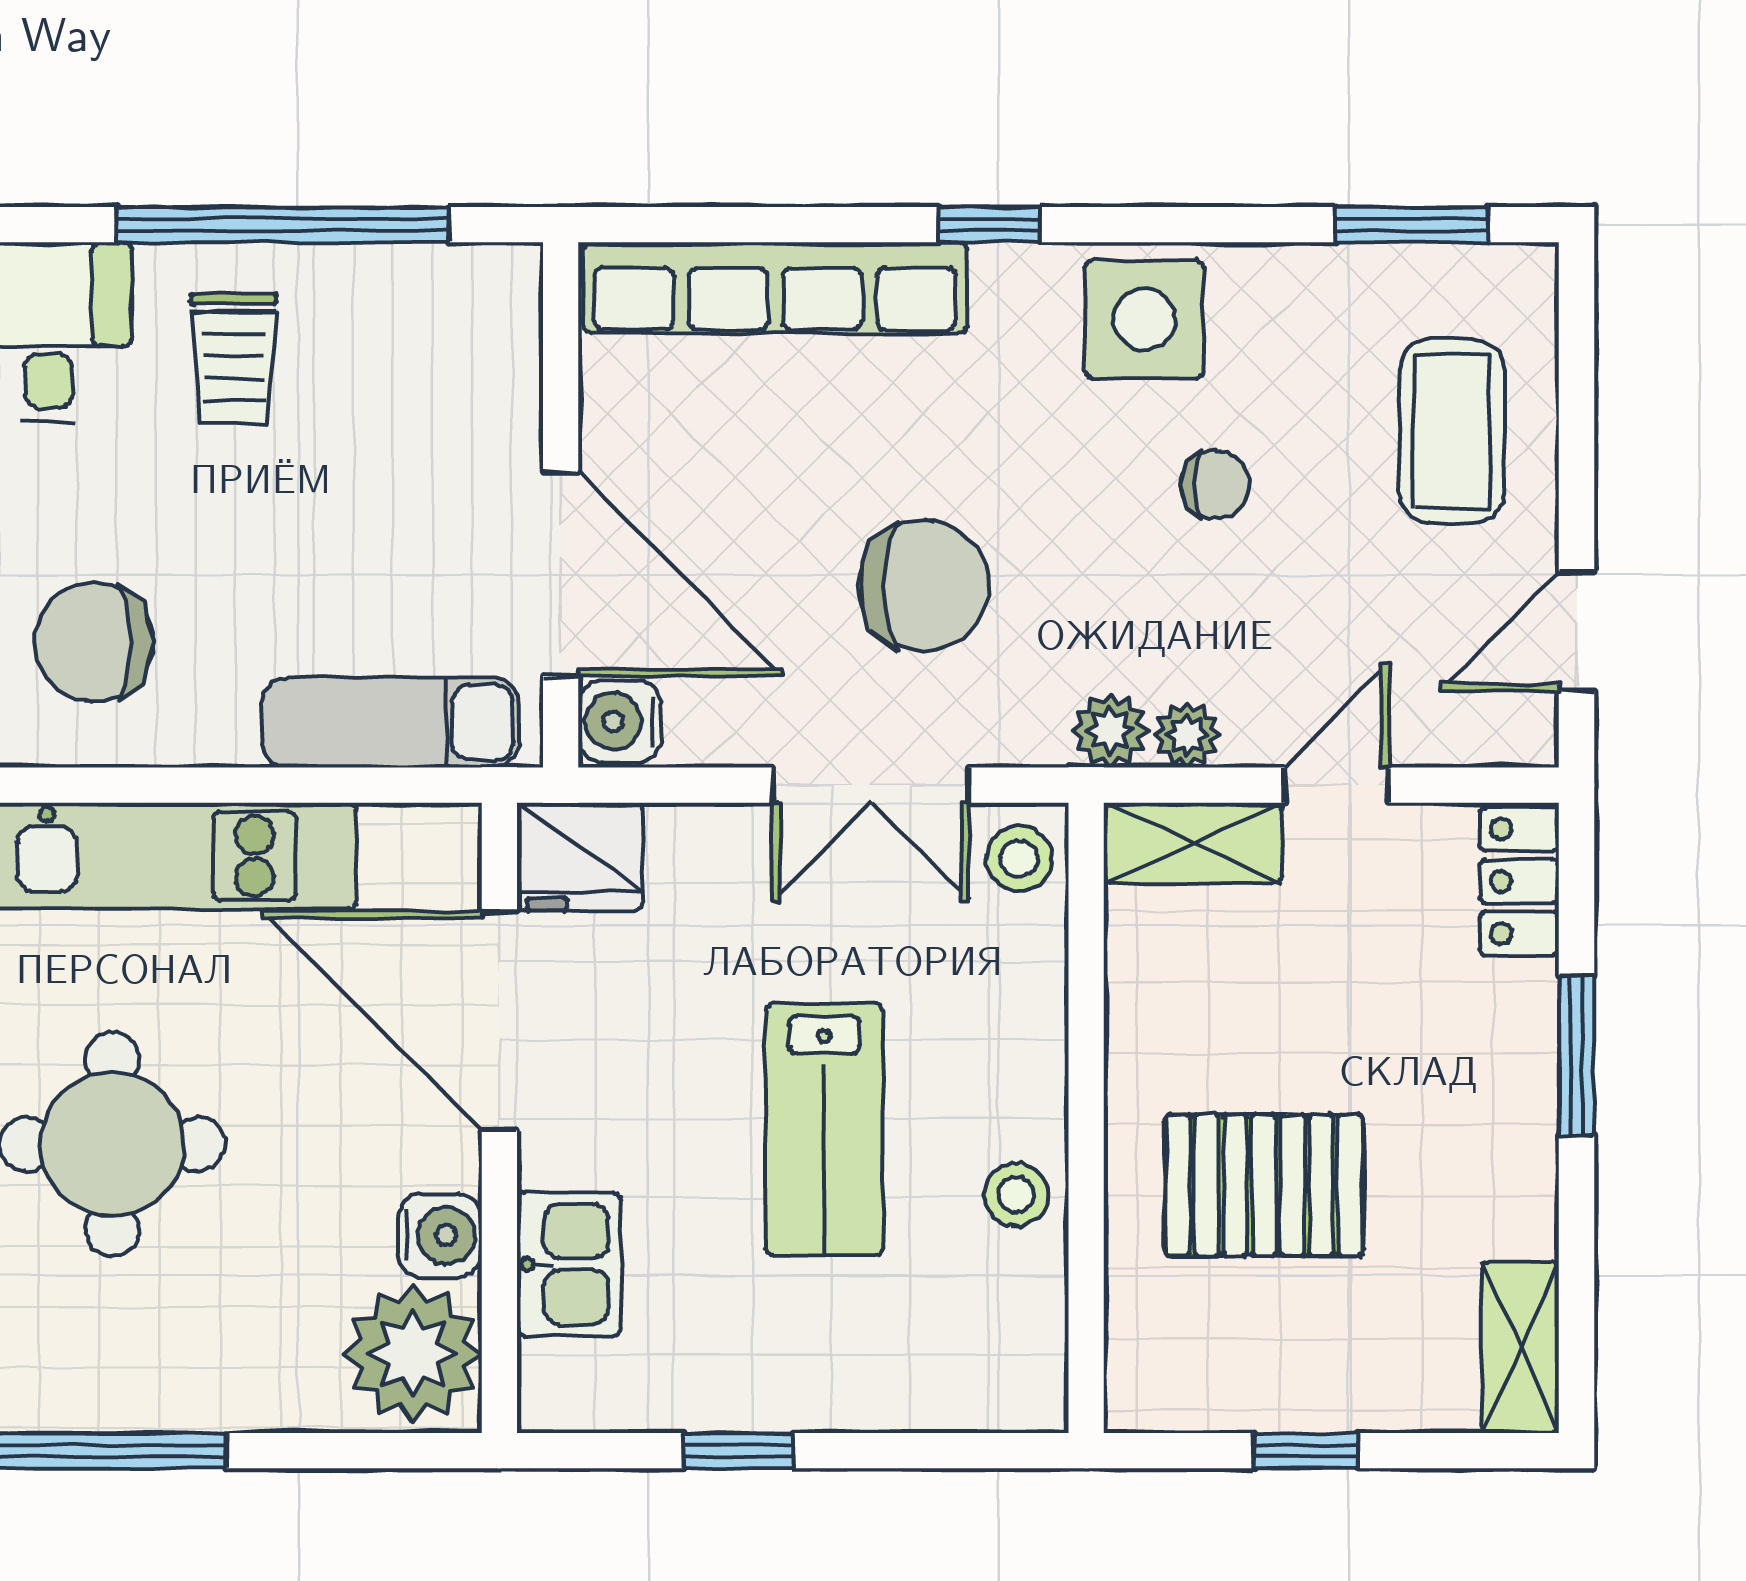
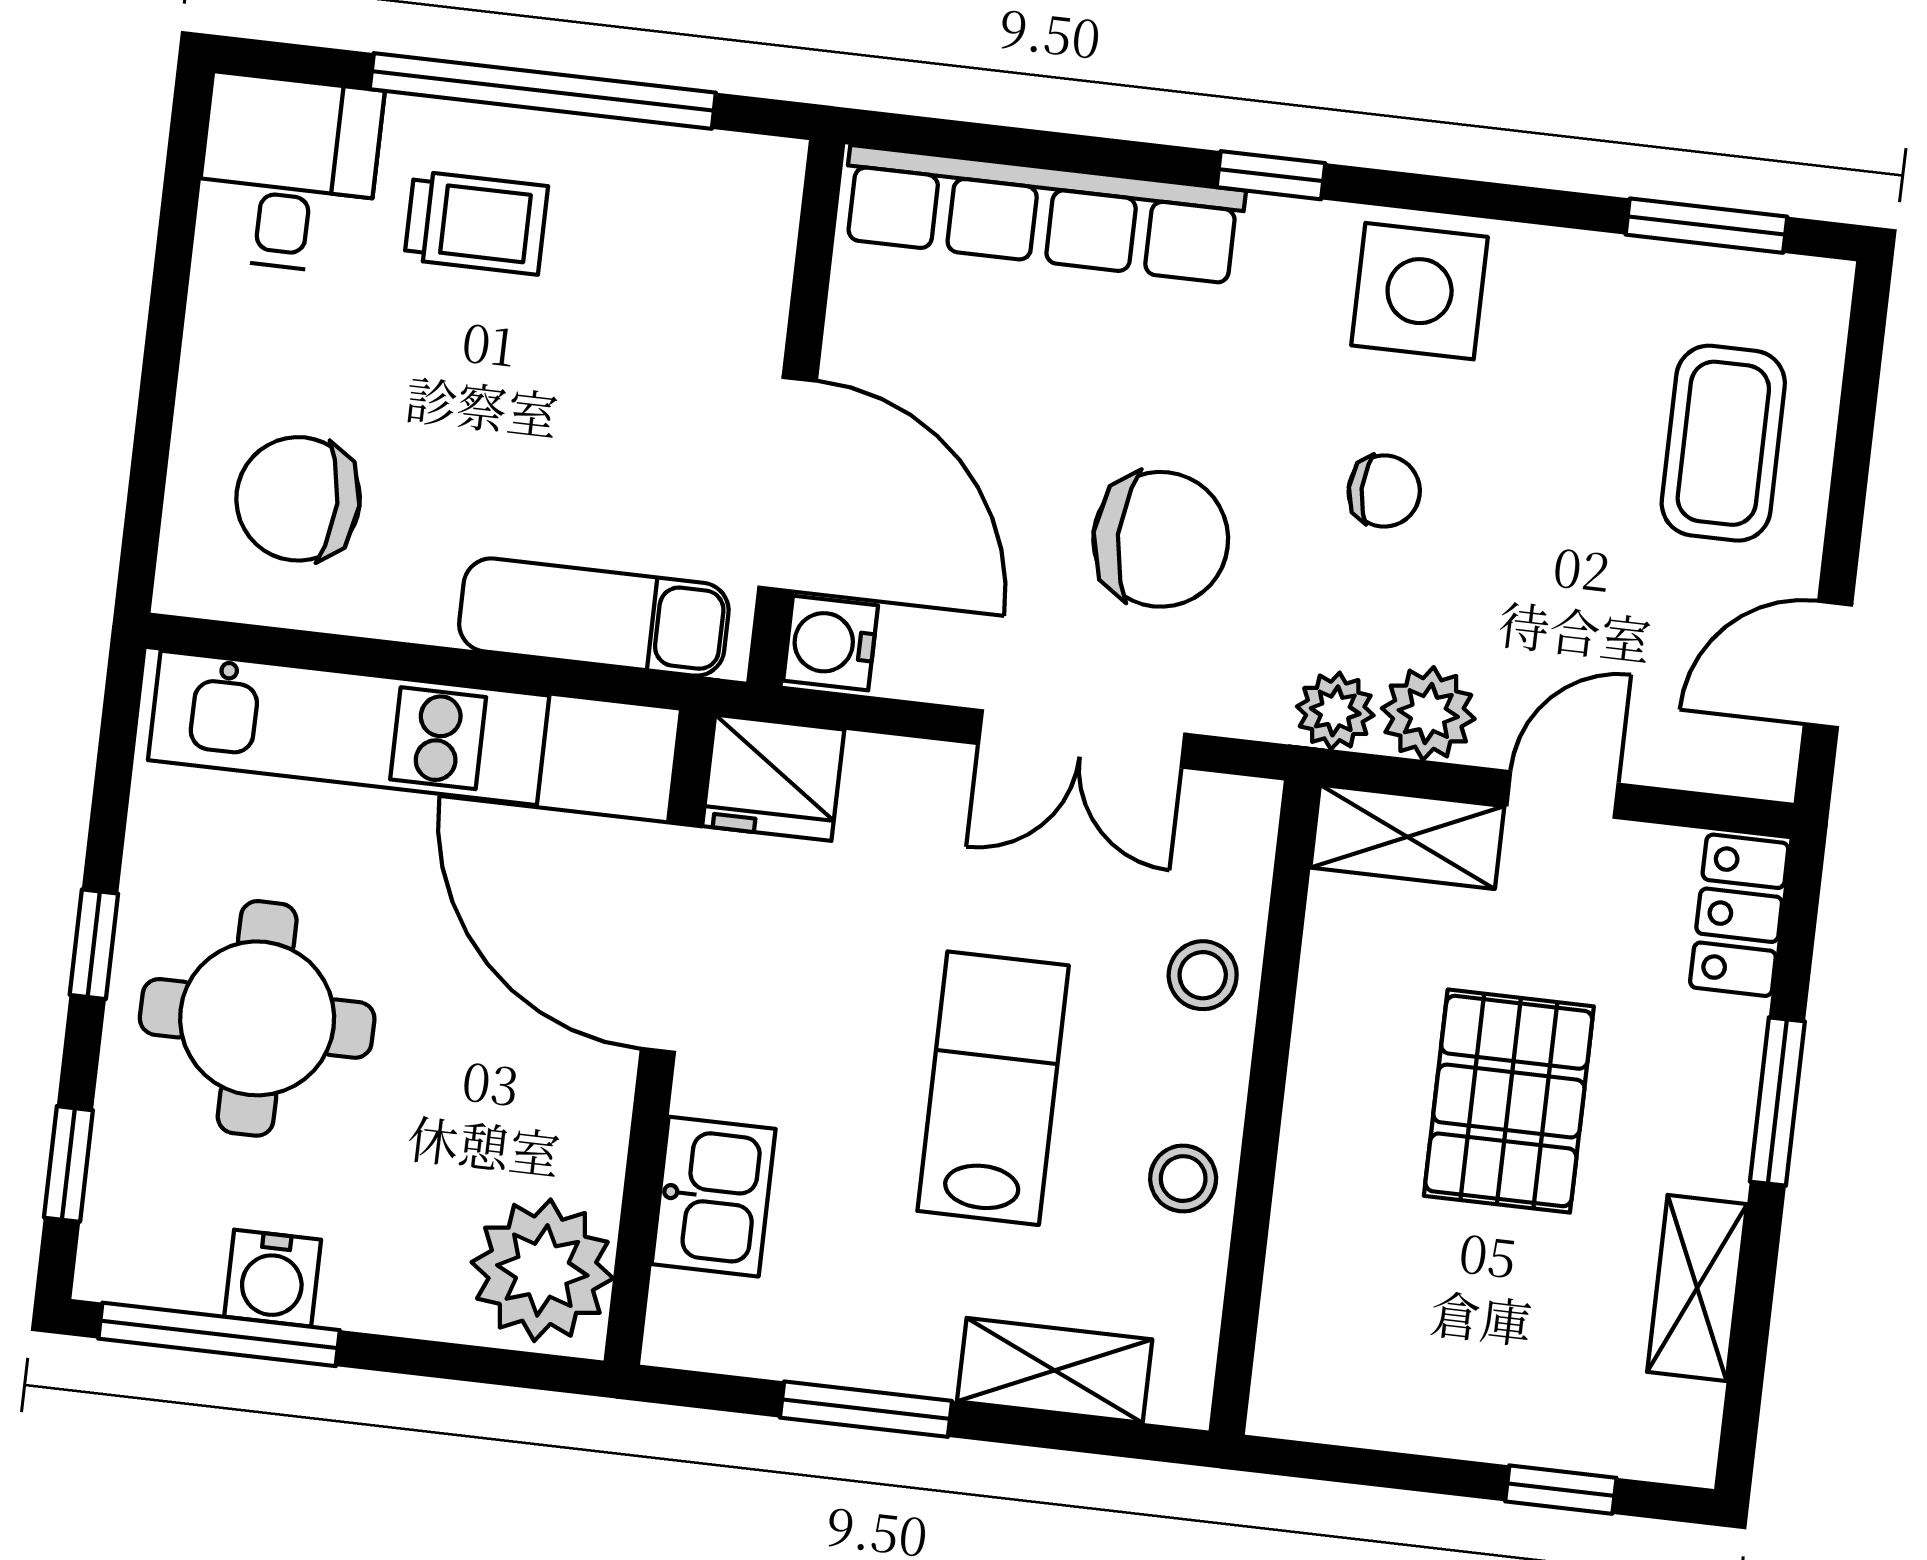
trolley: (234, 358) -> (476, 223), turned -90
chair: (1215, 485) -> (1384, 491), moved
plant: (1187, 735) -> (1428, 714), width x1.38, depth x1.38
stool: (1019, 859) -> (1203, 975), moved
lab bench: (824, 1129) -> (993, 1088), turned 180
pallet: (1264, 1185) -> (1509, 1101), moved, turned 90
water cooler: (440, 1236) -> (273, 1278), moved, turned 90
shelving: (1520, 1347) -> (1697, 1288), moved
shelving: (915, 1393) -> (1055, 1370), added
window: (738, 1451) -> (866, 1409), width x1.50
window: (1306, 1451) -> (1561, 1490), moved

